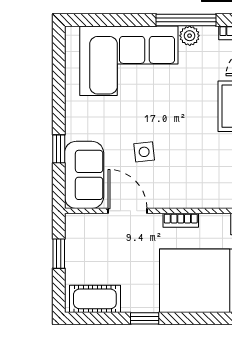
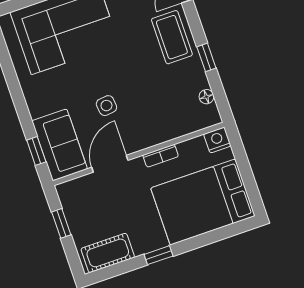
window: (59, 149) -> (36, 151), moved
door: (128, 211) -> (110, 164), hinge flipped

